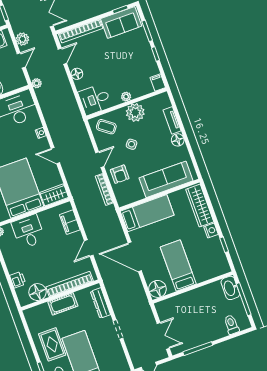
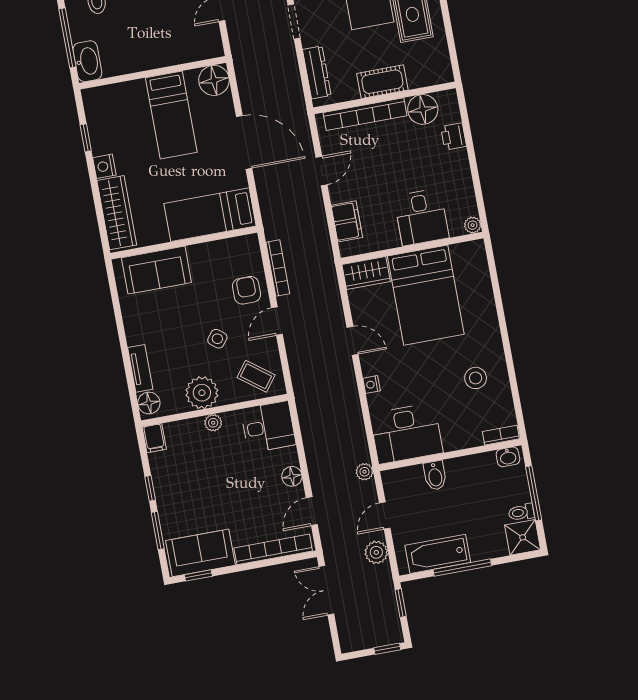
floor lamp: (178, 140) -> (149, 403), moved
sofa: (166, 179) -> (156, 270), width x0.73

